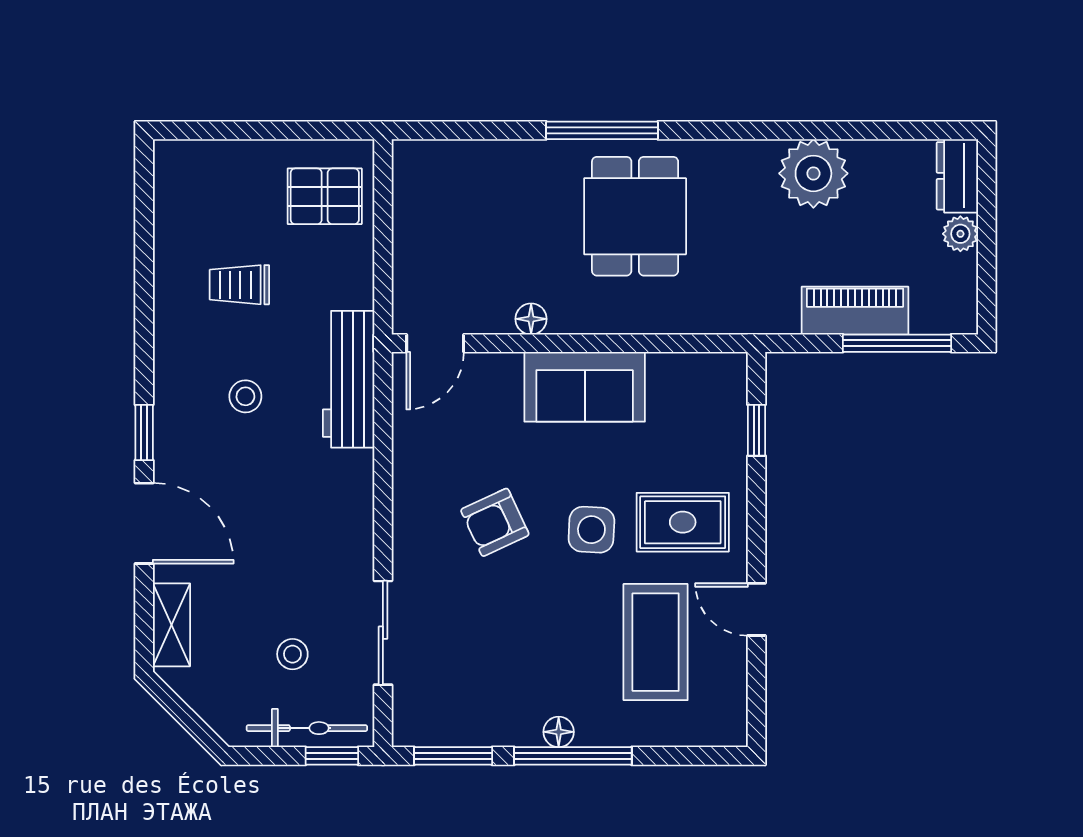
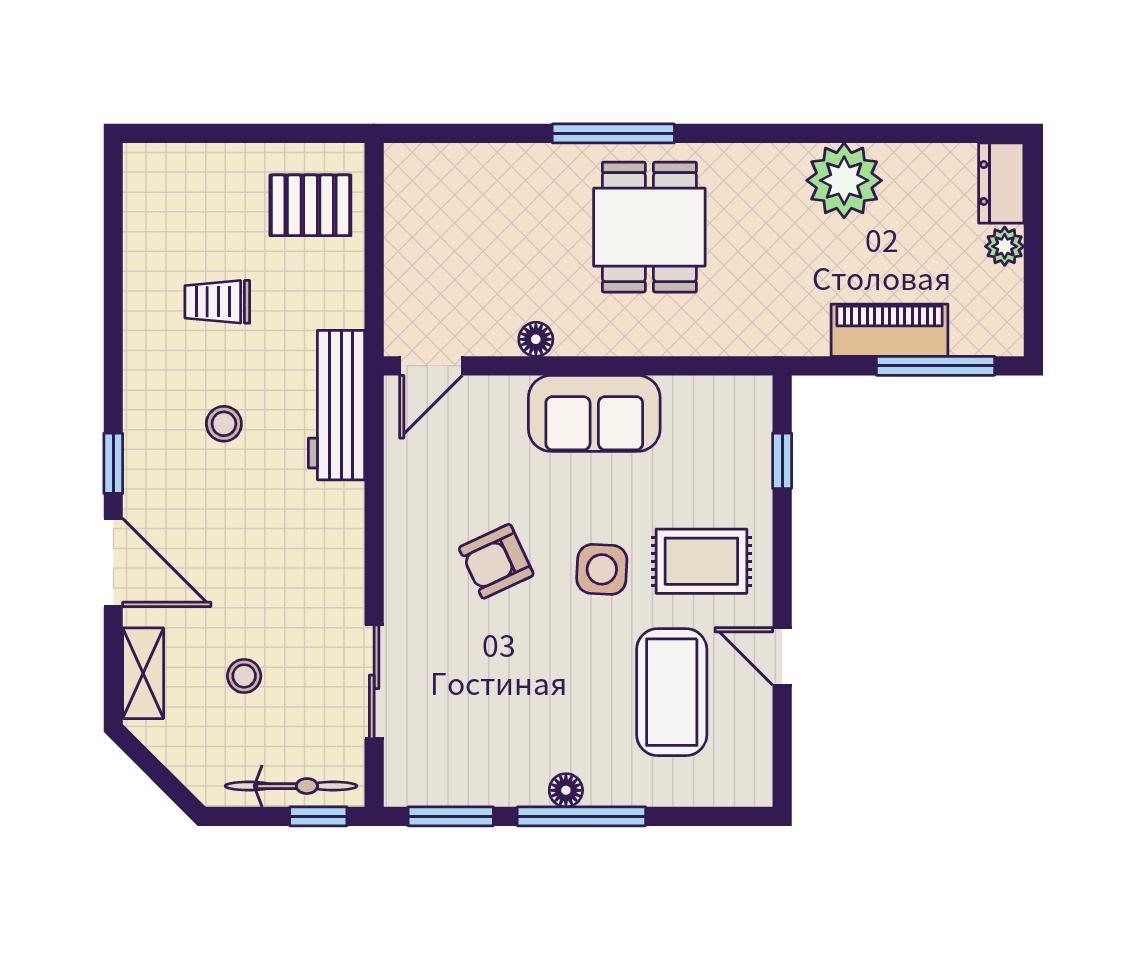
stool: (292, 654) -> (244, 676), moved

